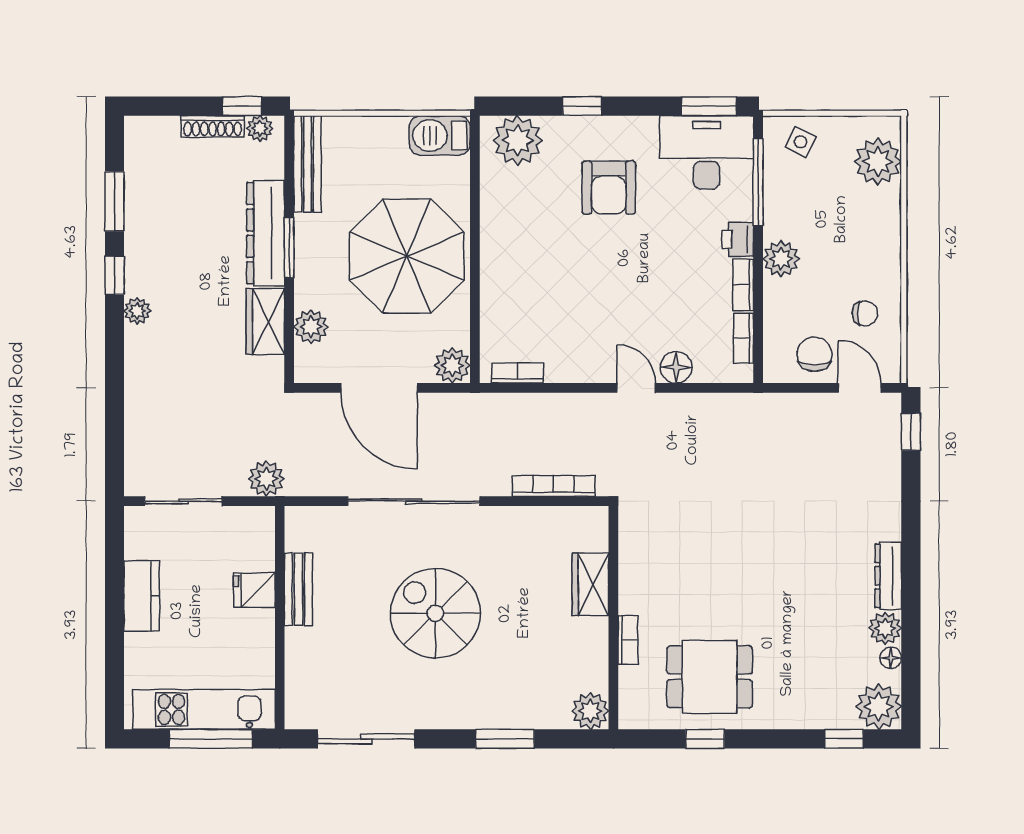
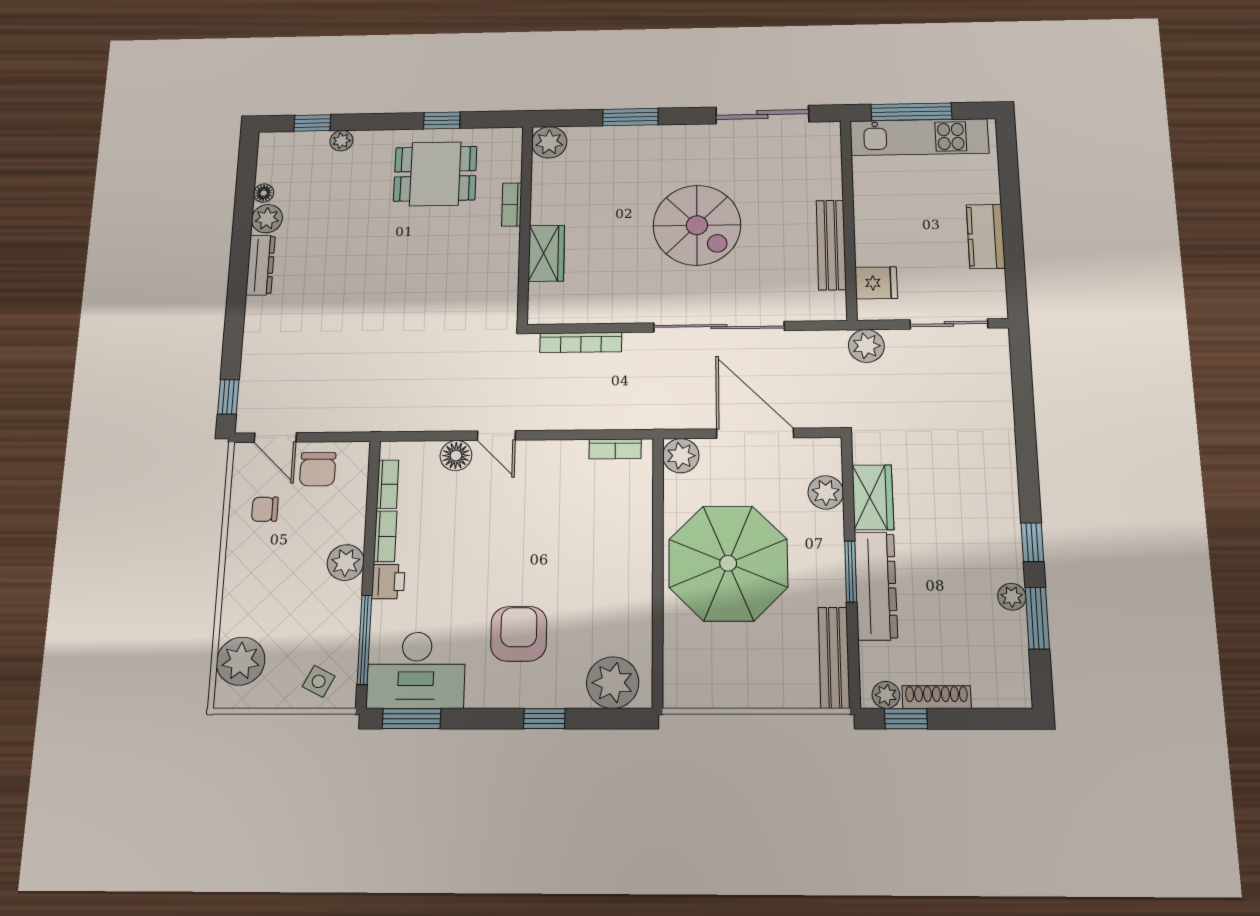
barbecue: (440, 136) -> (695, 688), removed
plant: (137, 311) -> (1012, 597), moved
bench: (298, 589) -> (831, 245), width x1.36
fridge: (254, 590) -> (876, 283), moved
plant: (879, 707) -> (341, 141), moved, width x0.53, depth x0.53

